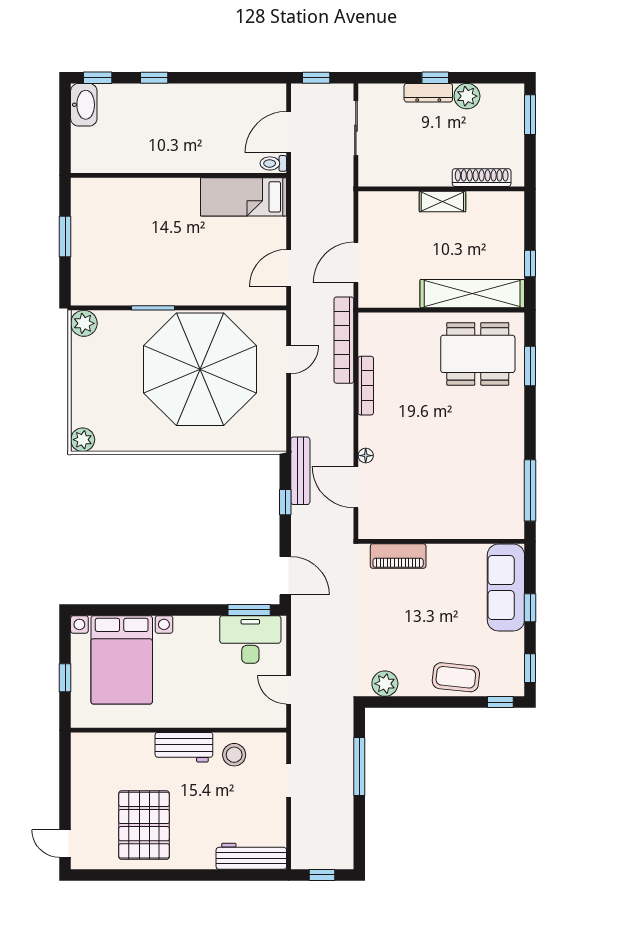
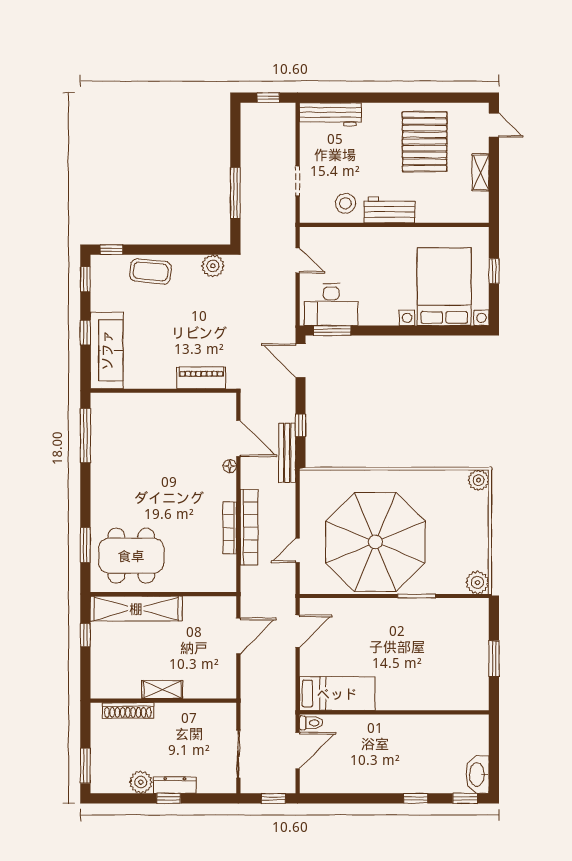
bookcase: (344, 340) -> (249, 527), moved
shelving: (80, 790) -> (481, 172), added

